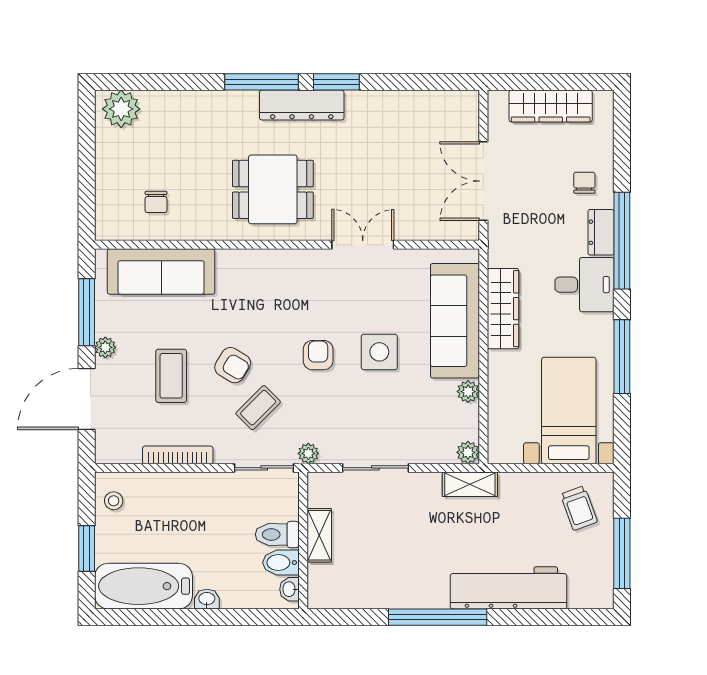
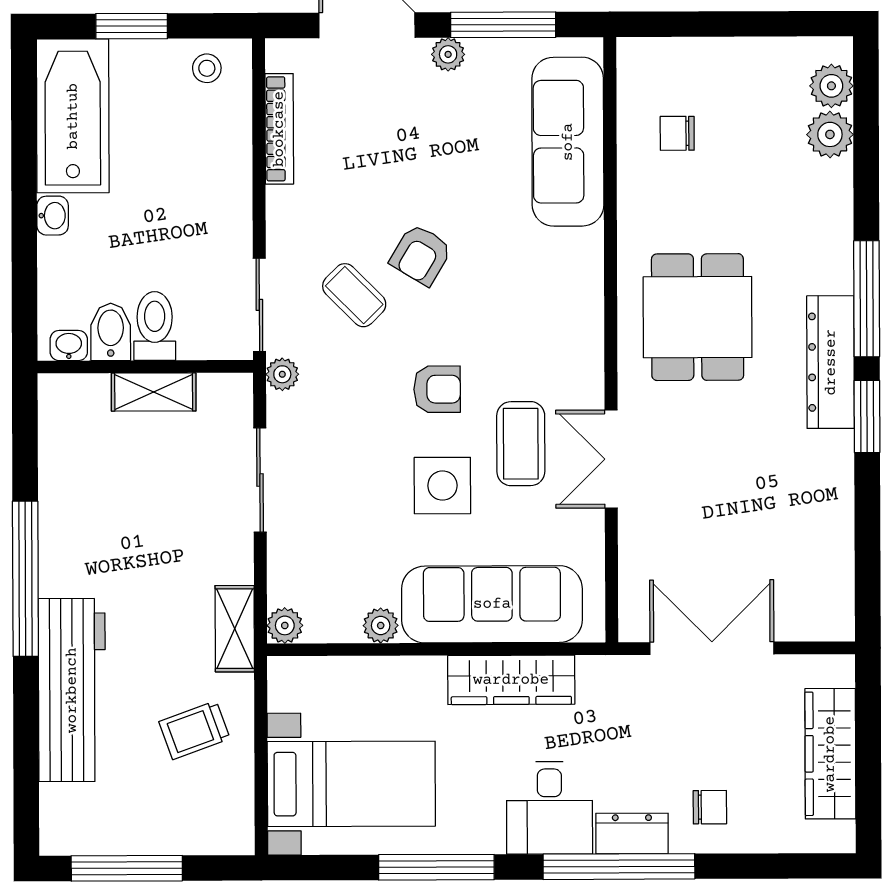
plant: (157, 105) -> (830, 134), added
plant: (121, 109) -> (831, 86), width x0.73, depth x0.73
double door: (363, 245) -> (611, 459), swing flipped
coffee table: (171, 376) -> (521, 444), moved, turned 90
bookcase: (178, 455) -> (279, 129), moved
trolley: (579, 508) -> (194, 730), moved

